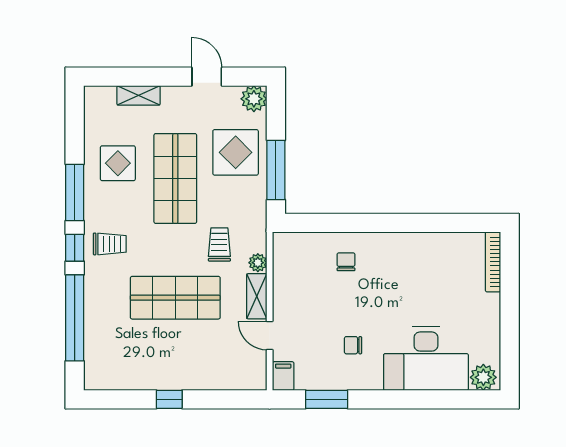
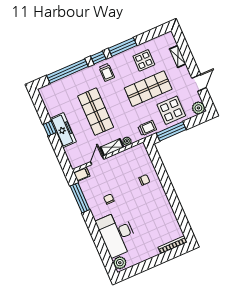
trolley: (219, 244) -> (147, 128), moved
freezer: (184, 375) -> (63, 130), added
window: (327, 399) -> (80, 198), width x1.44

